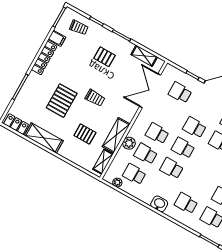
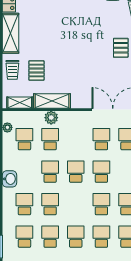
trolley: (95, 98) -> (12, 70), moved
pallet: (62, 101) -> (56, 30), removed
school desk: (157, 133) -> (101, 139), moved
school desk: (197, 183) -> (50, 204), added

